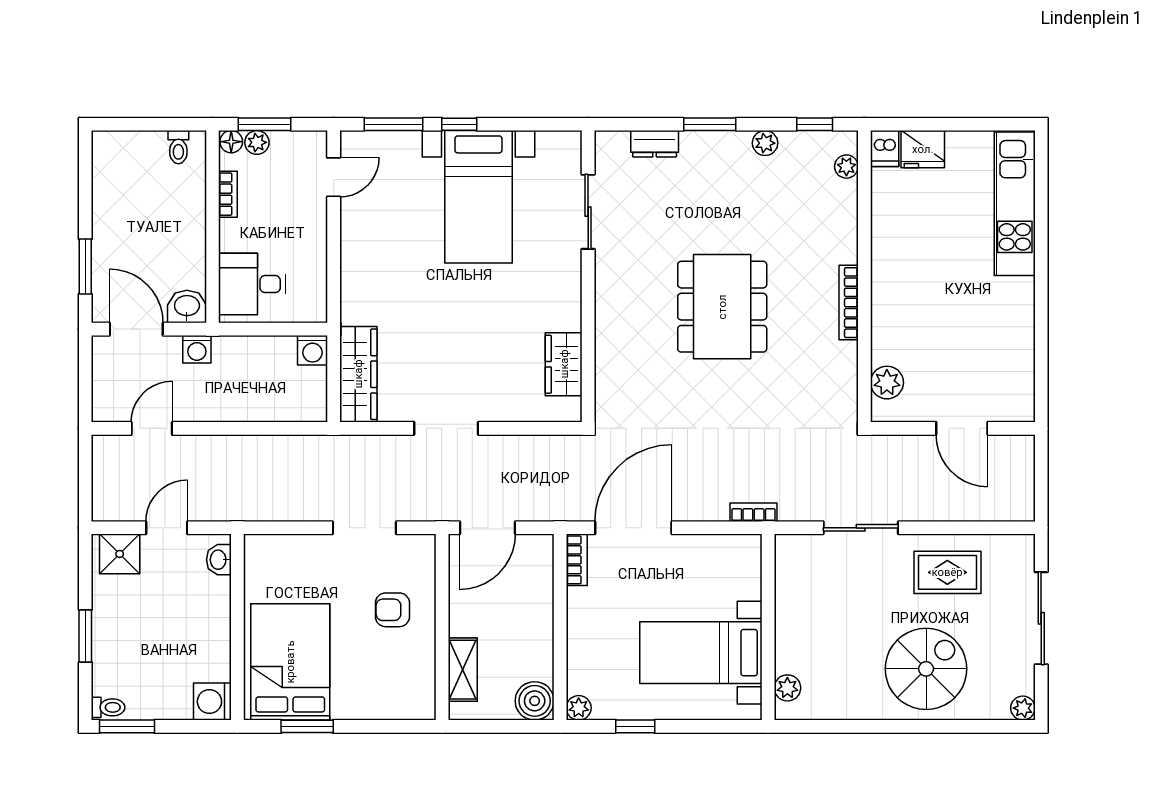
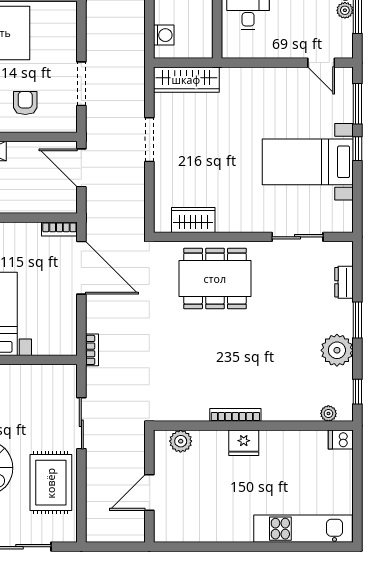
plant: (765, 143) -> (337, 350), width x1.87, depth x1.87
fridge: (923, 149) -> (244, 443), moved, turned -90
dining table: (722, 307) -> (215, 279), moved
washing machine: (312, 350) -> (164, 35), moved, turned 180
rug: (947, 572) -> (51, 483), width x1.36, depth x1.43

